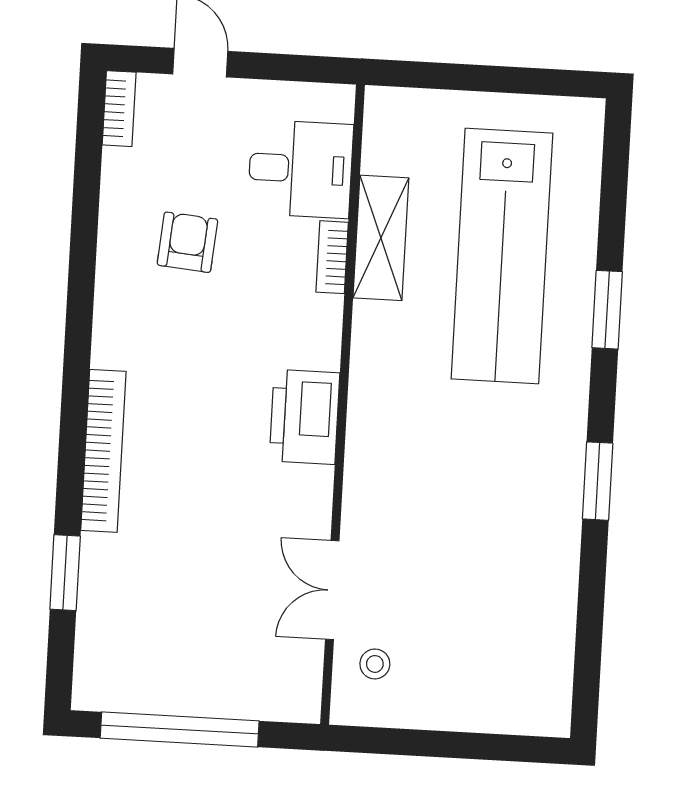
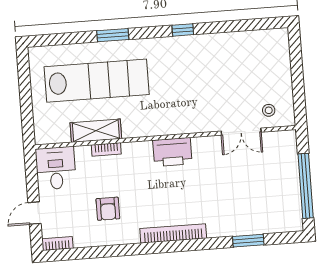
desk: (300, 169) -> (56, 168), moved
armchair: (187, 242) -> (108, 209), turned -95
bookcase: (103, 451) -> (173, 233), moved
window: (598, 481) -> (183, 30), width x0.67

